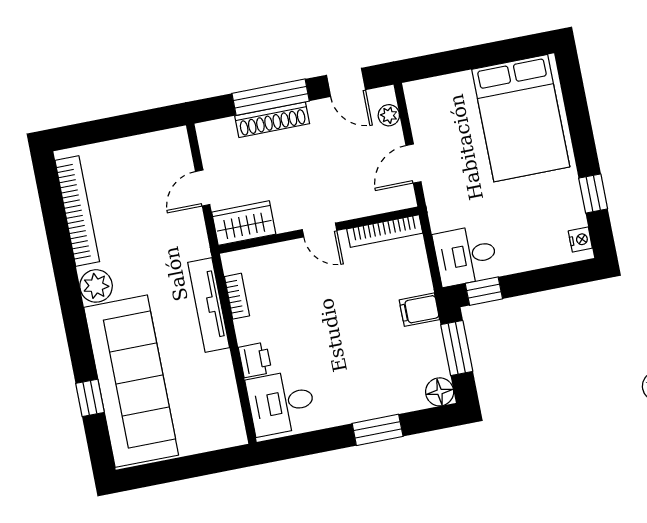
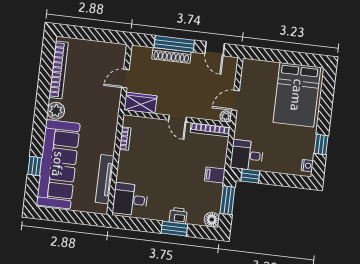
plant: (389, 115) -> (226, 116), moved
tv unit: (209, 305) -> (105, 179), moved
printer: (255, 360) -> (178, 216), moved, turned -90

